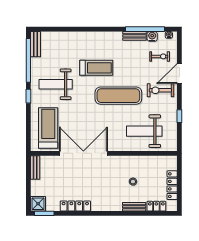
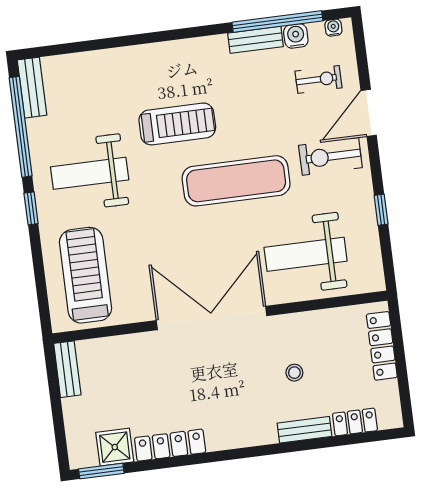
double door: (83, 153) -> (211, 318), moved
locker: (172, 185) -> (382, 346), moved
shower: (38, 204) -> (115, 447), moved

